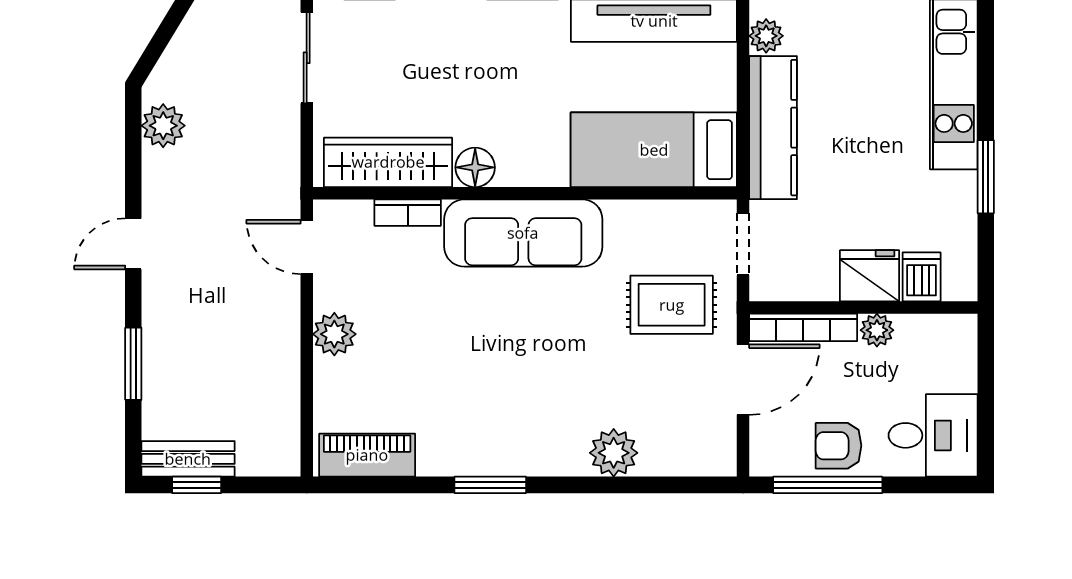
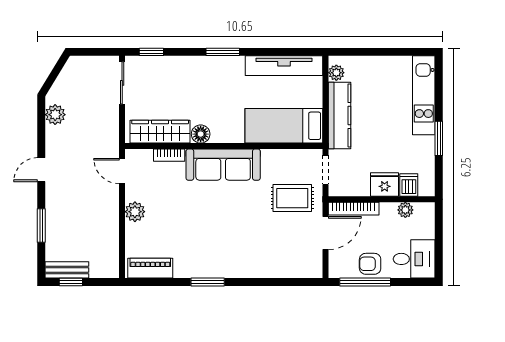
plant: (877, 330) -> (405, 210), moved
plant: (614, 453) -> (265, 267), removed

